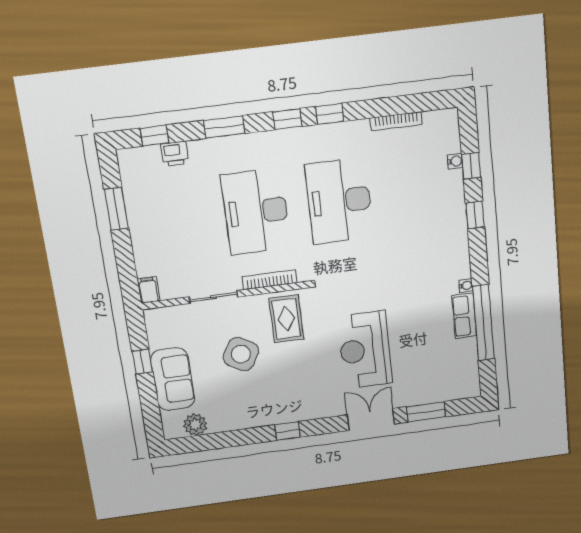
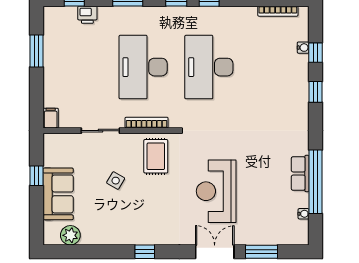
bookcase: (396, 121) -> (278, 11), moved
water cooler: (466, 286) -> (304, 214), moved
side table: (241, 354) -> (116, 181), width x0.54, depth x0.54

